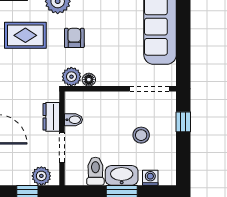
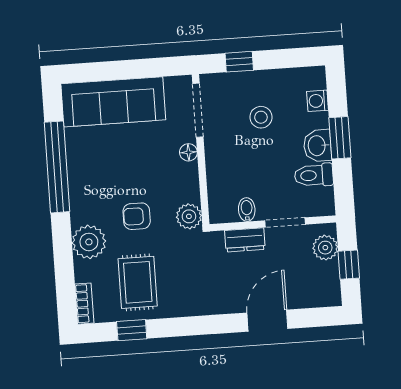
floor lamp: (89, 80) -> (188, 152), moved
washbasin: (122, 175) -> (317, 146), width x0.72

